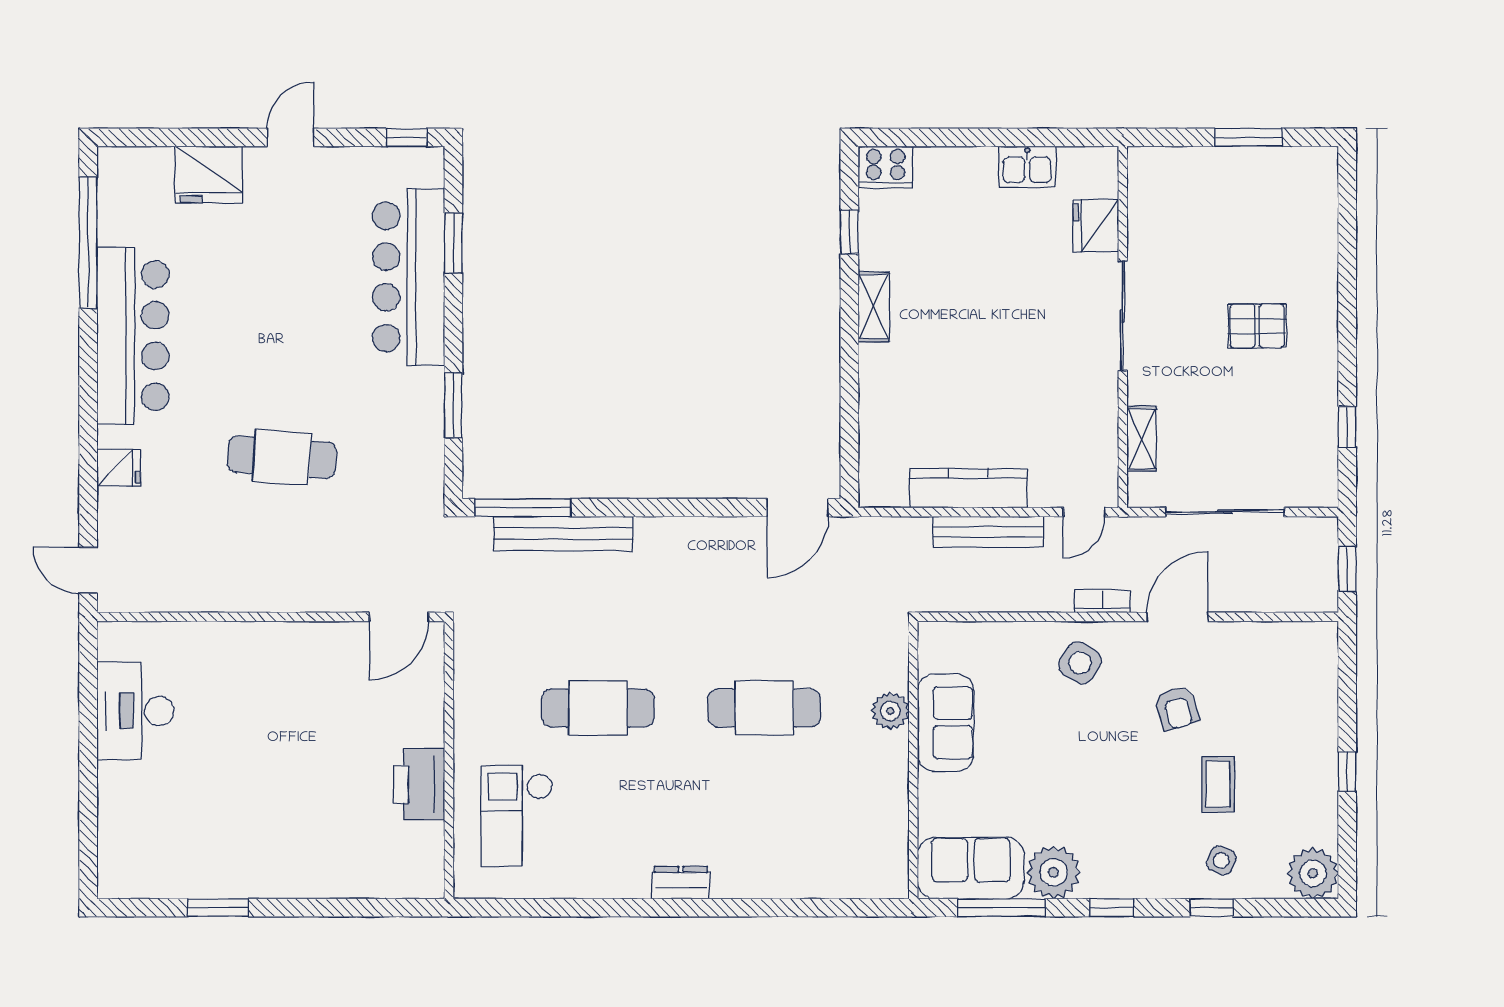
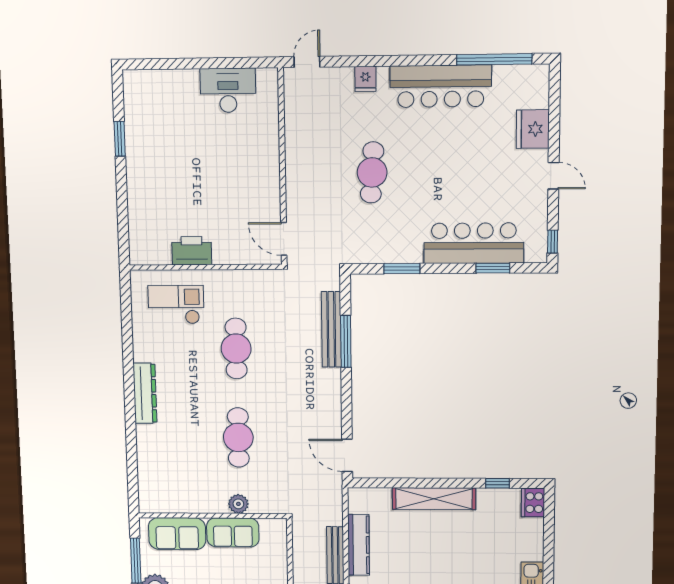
shelving: (874, 307) -> (434, 499), width x2.20, depth x1.33
window: (523, 508) -> (346, 341), moved
sofa: (971, 868) -> (177, 534), moved, turned 90
dresser: (681, 883) -> (145, 393), width x1.96, depth x1.24

